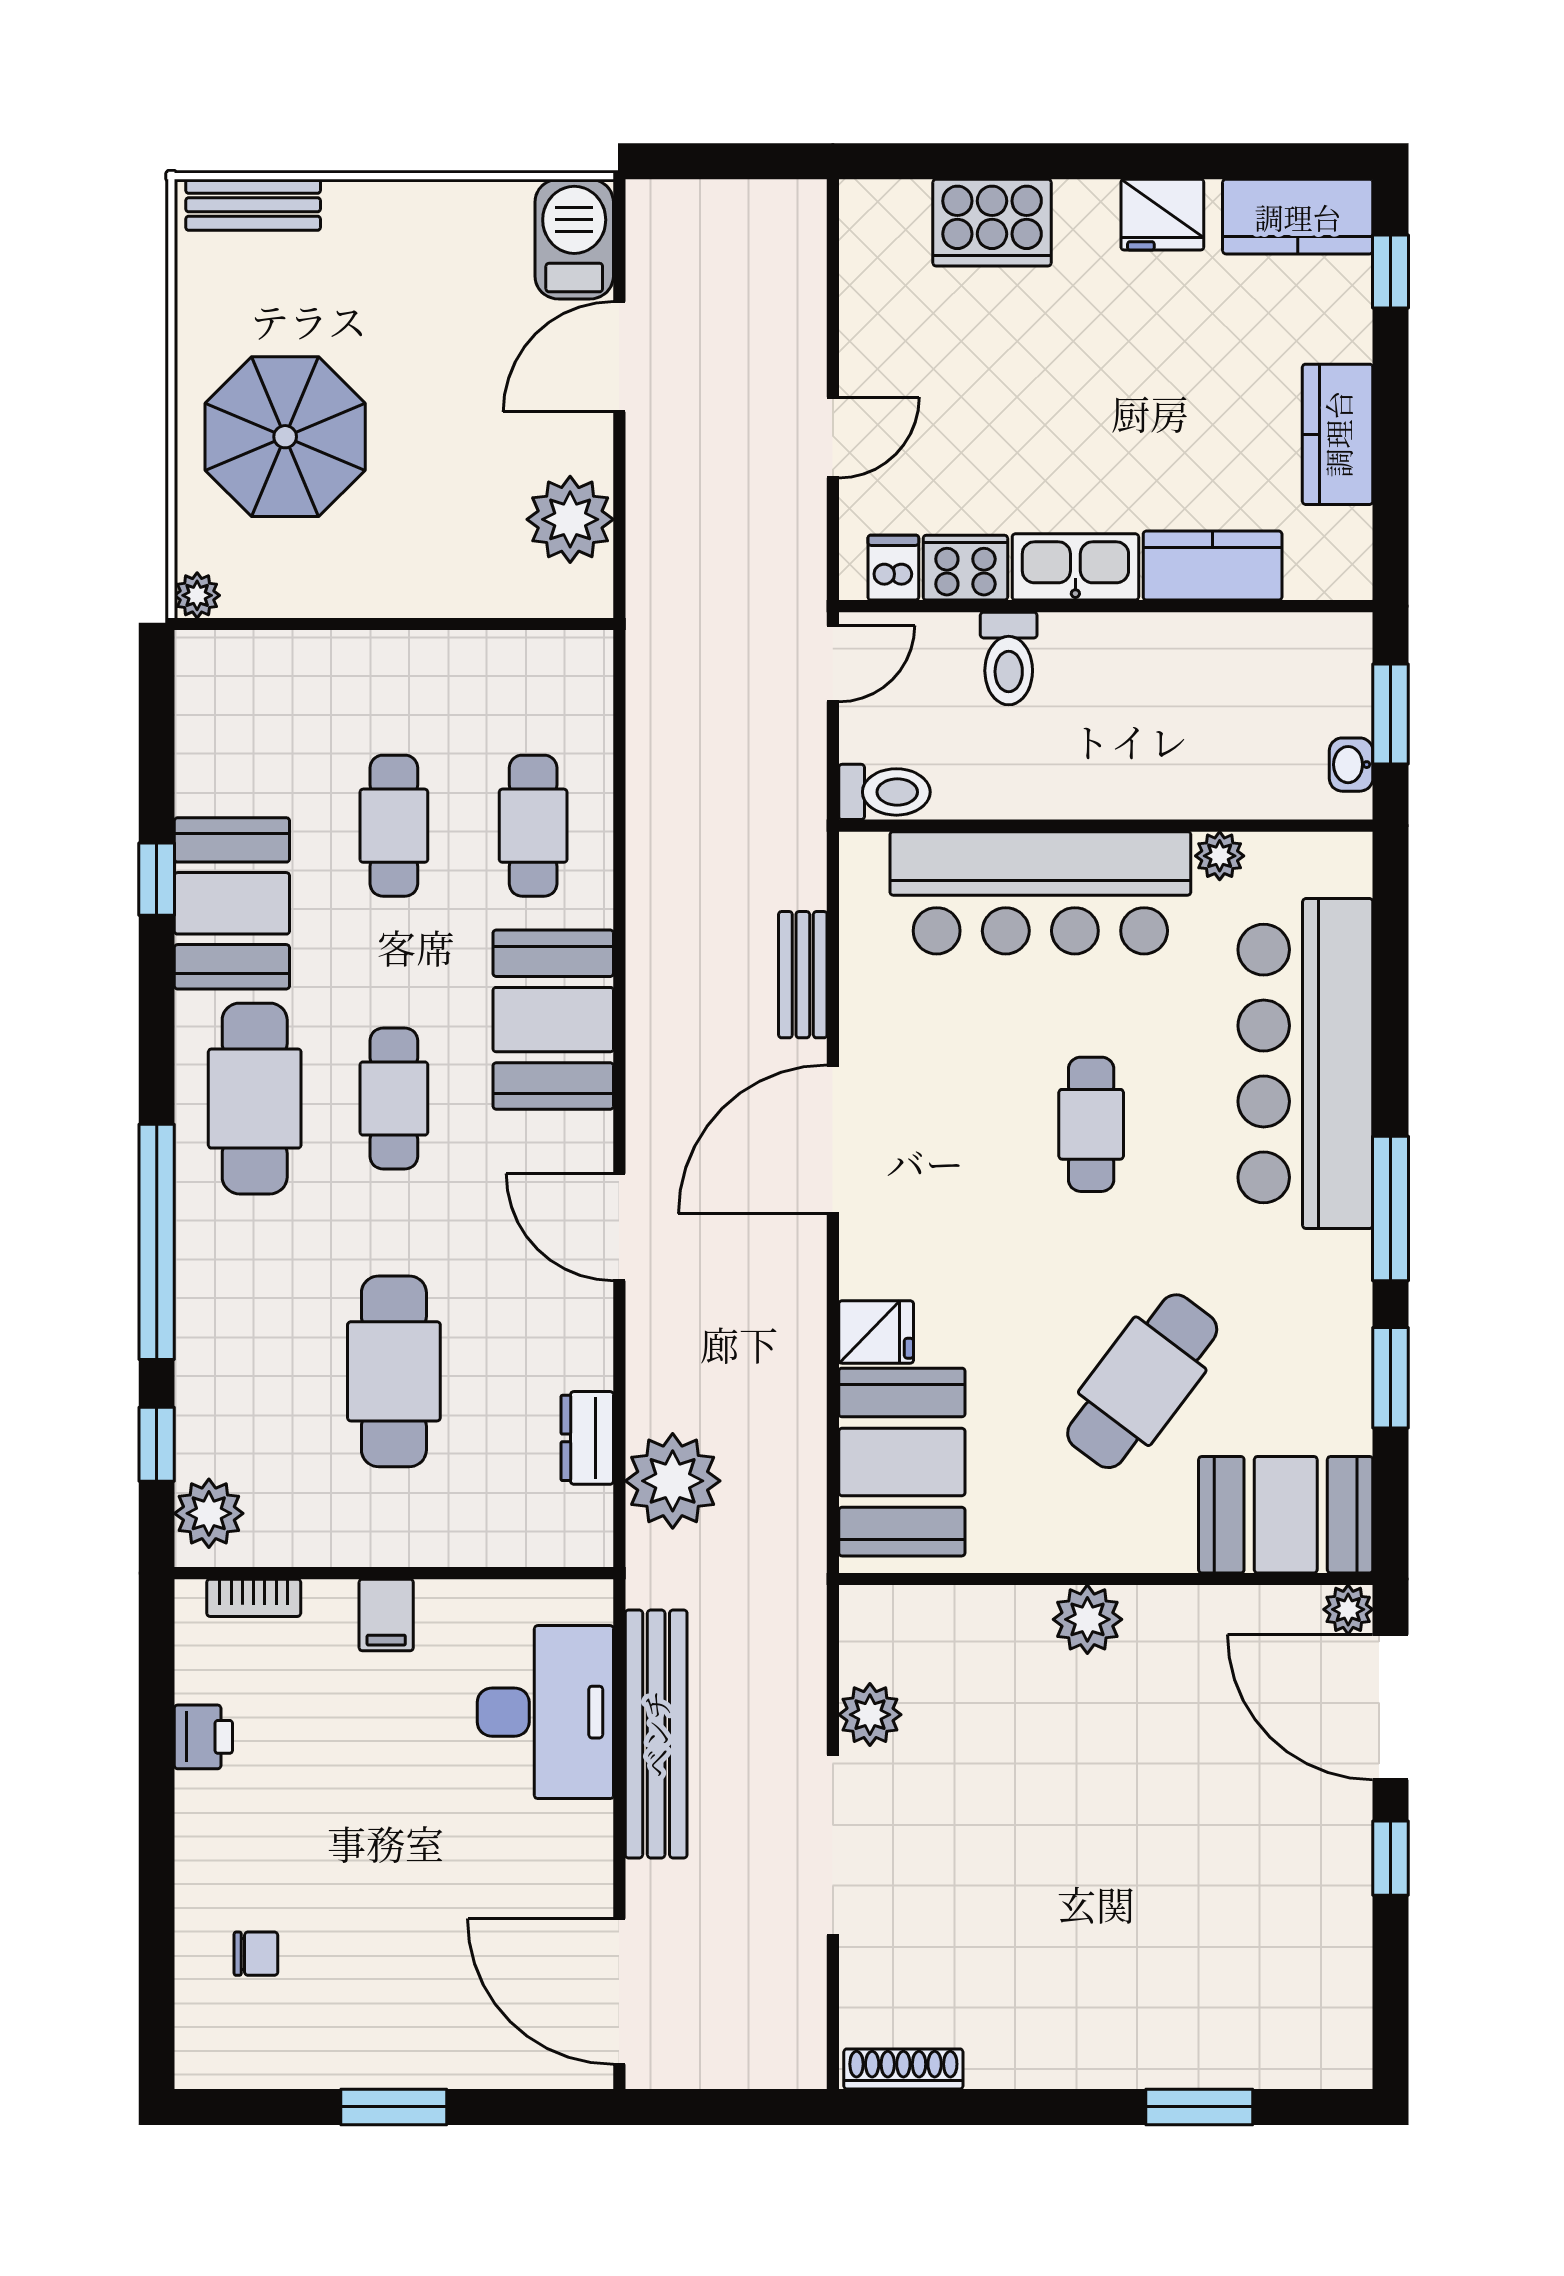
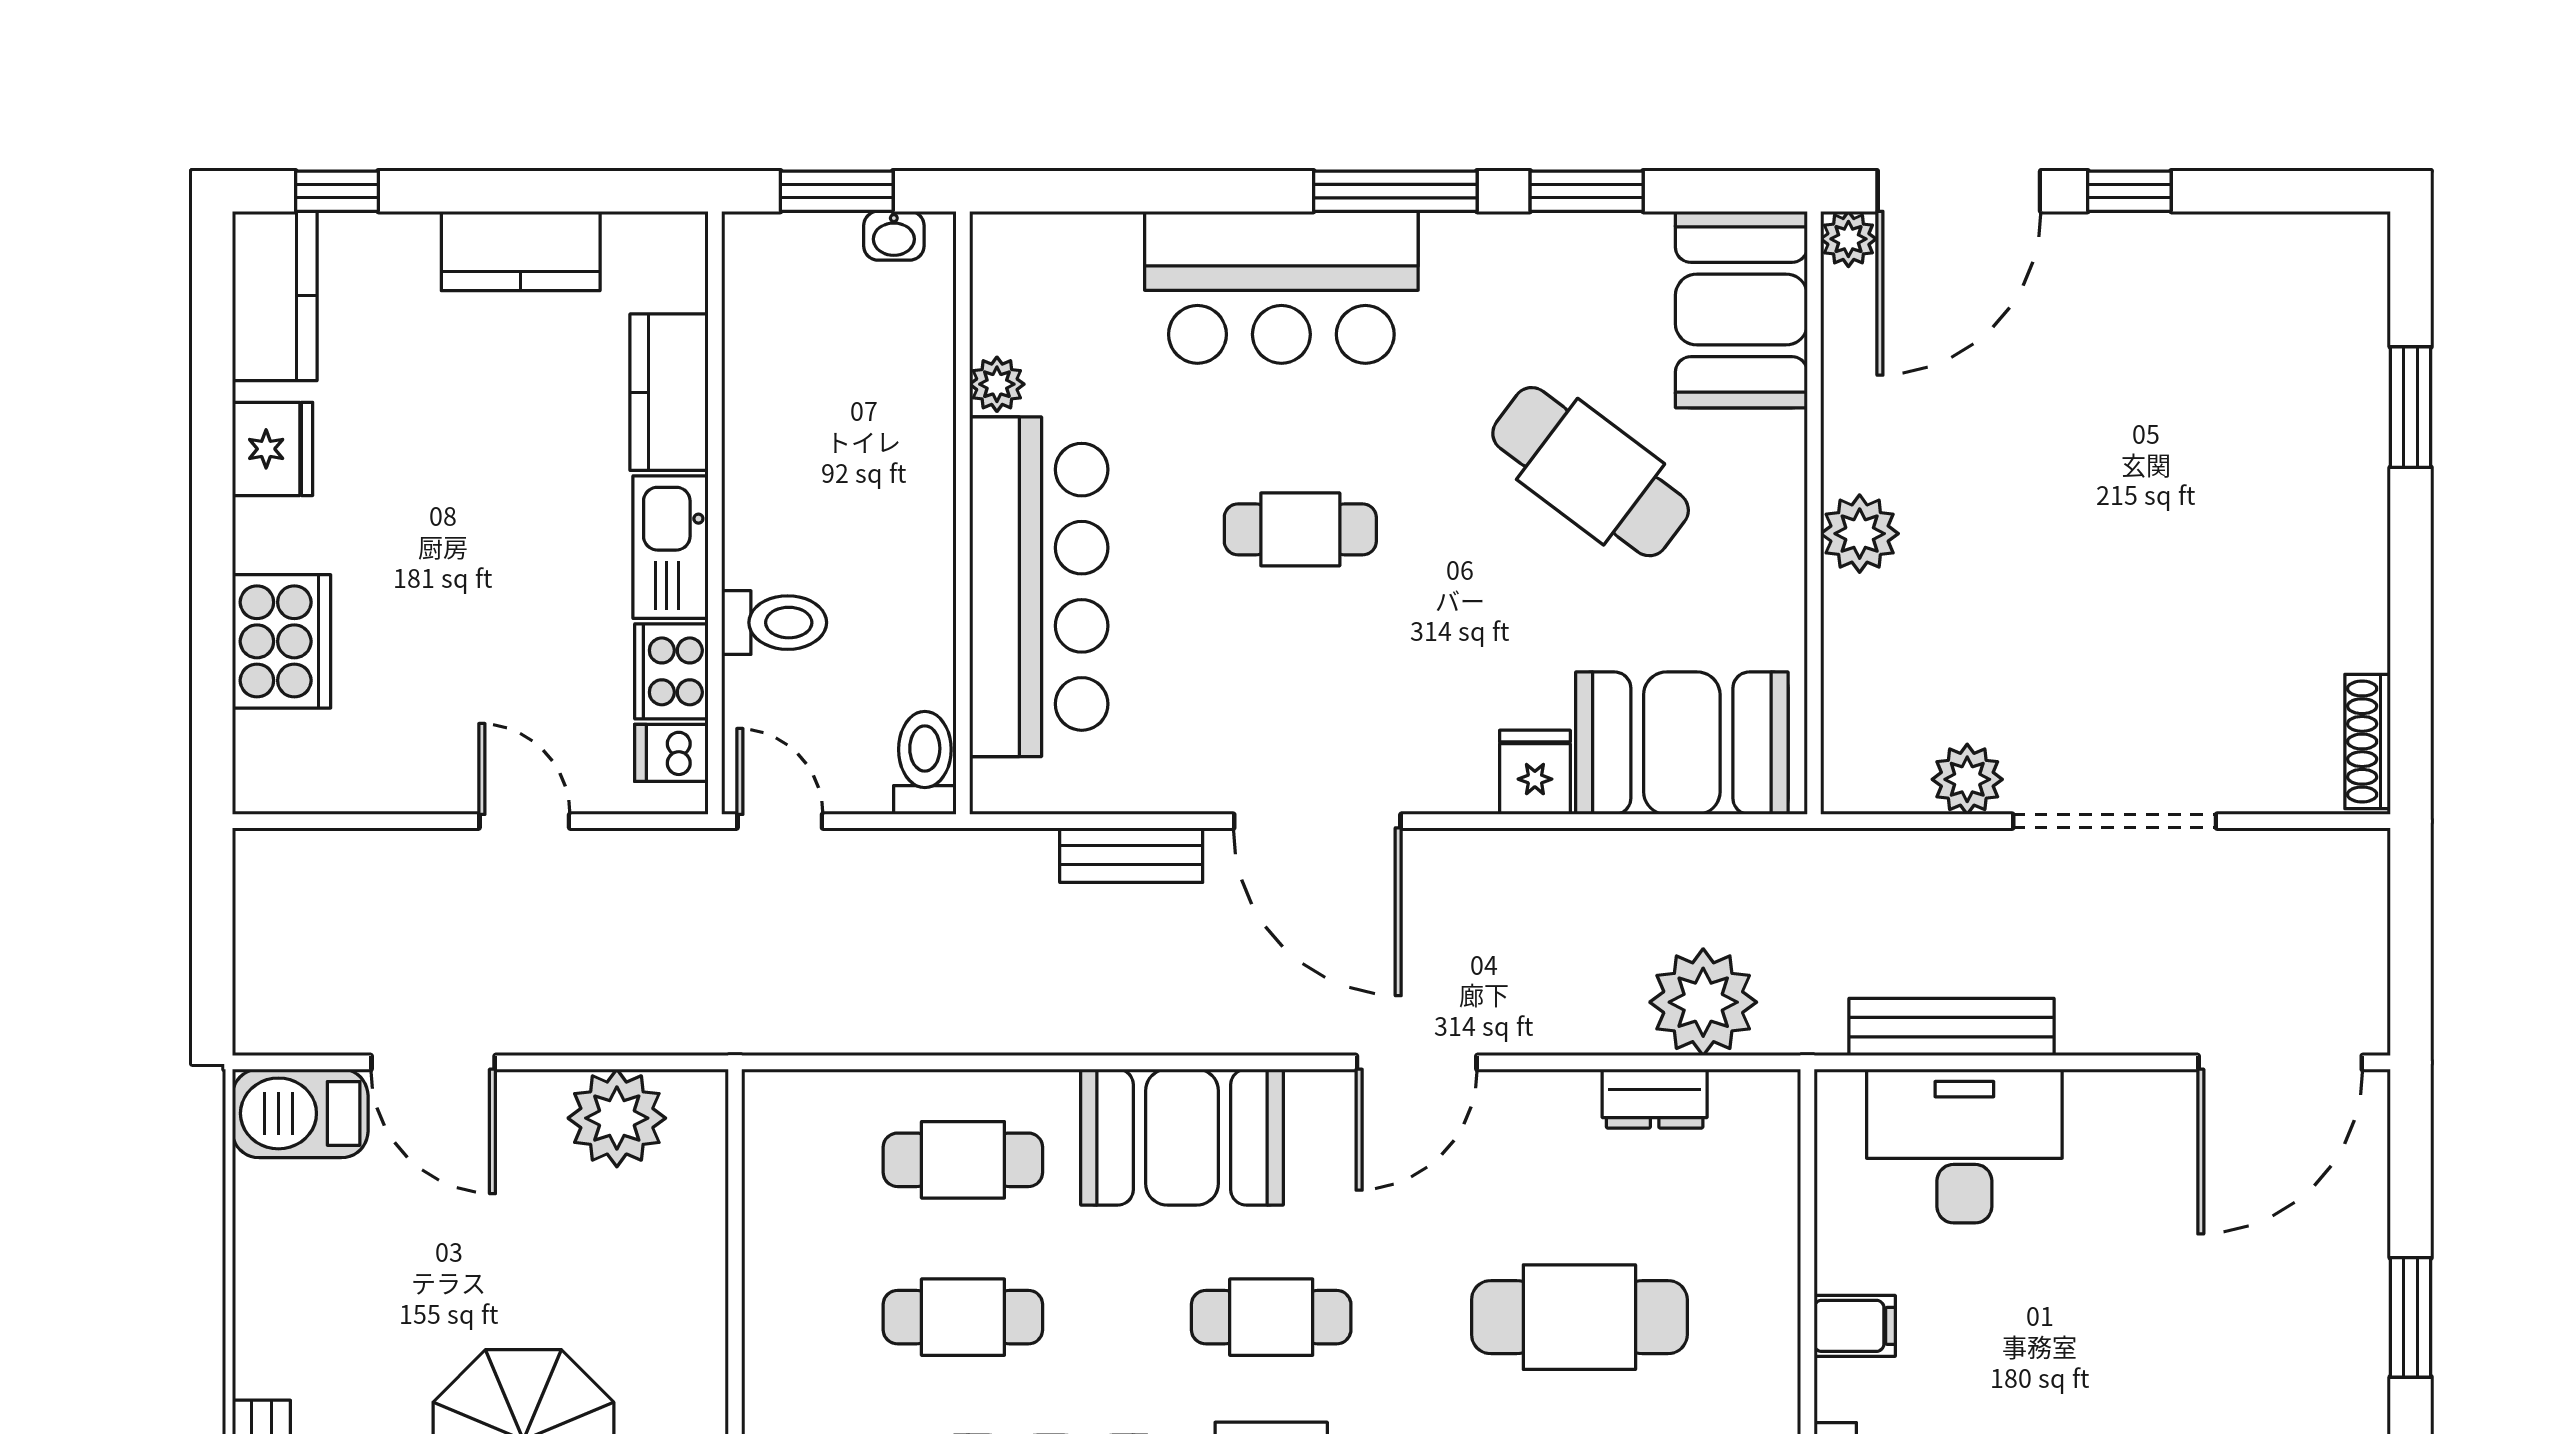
bar counter: (1305, 1064) -> (1281, 287), width x0.73
bench: (656, 1734) -> (1952, 1027), width x0.73, depth x0.82

